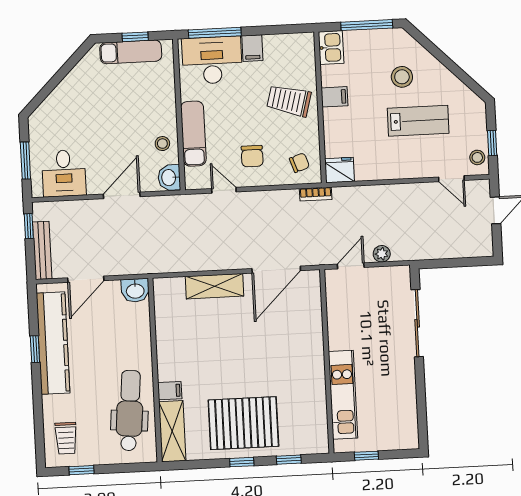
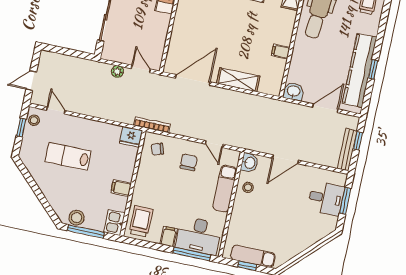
stool: (402, 77) -> (77, 218), moved
trolley: (289, 101) -> (141, 221), moved, turned -105
desk: (64, 173) -> (326, 198), moved, turned 90
bookcase: (316, 194) -> (152, 125), width x1.56
window: (29, 226) -> (358, 141), moved
bench: (42, 250) -> (347, 150), moved
door: (351, 266) -> (141, 69), swing flipped
filing cabinet: (170, 391) -> (281, 52), moved

